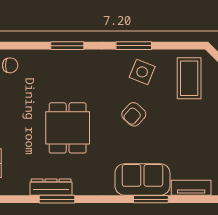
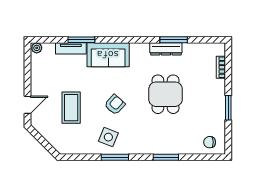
coffee table: (189, 78) -> (71, 108), moved
dresser: (51, 187) -> (166, 49), moved
window: (151, 199) -> (81, 40), moved

